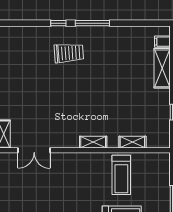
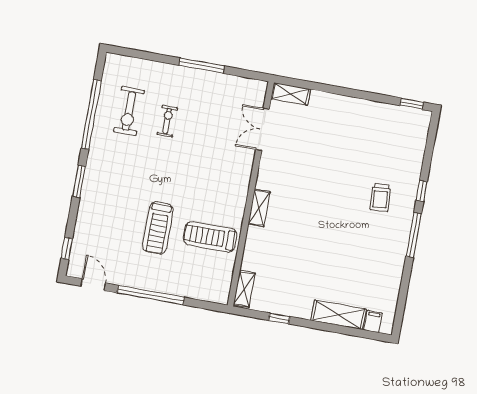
trolley: (69, 53) -> (380, 197), width x0.73, depth x0.72
shelving: (132, 142) -> (244, 289), moved

